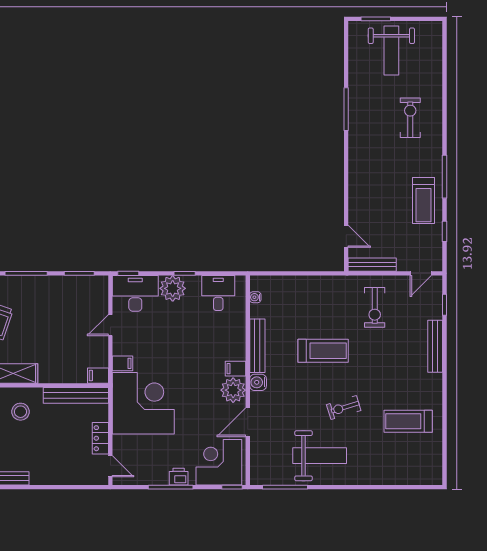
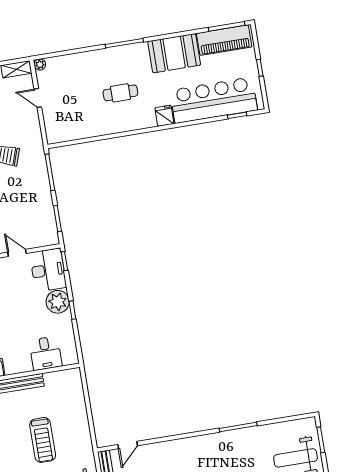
desk: (218, 293) -> (46, 353), moved, turned 90
water cooler: (255, 297) -> (62, 375), removed
treadmill: (323, 351) -> (43, 440), moved

